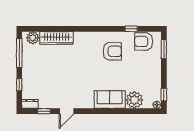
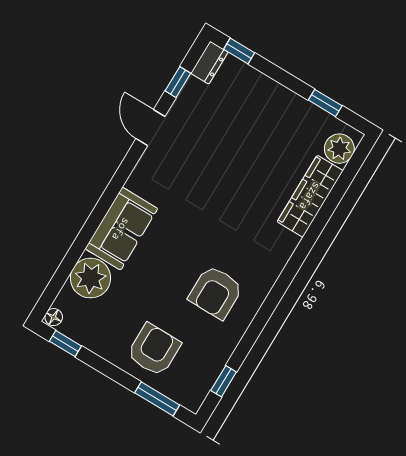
window: (131, 29) -> (224, 381), moved
armchair: (144, 41) -> (154, 350), moved
window: (19, 53) -> (325, 103), width x0.46
window: (19, 85) -> (239, 51), moved

